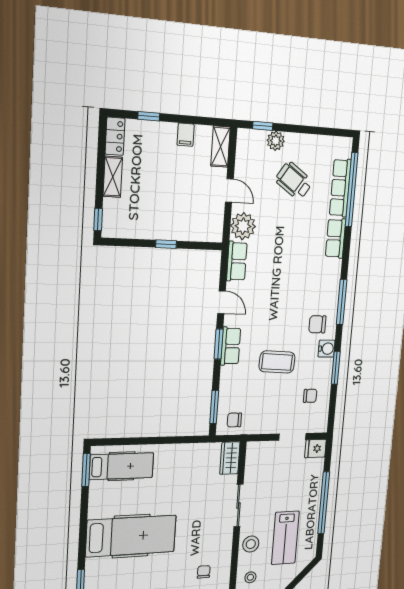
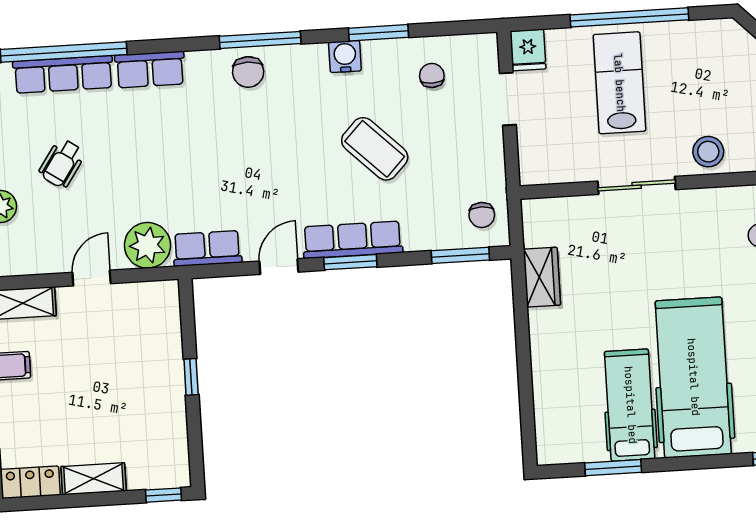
wheelchair: (294, 181) -> (62, 163), width x0.73, depth x0.73
chair: (317, 324) -> (248, 72), moved
row of seats: (231, 346) -> (353, 240), width x1.48
coffee table: (277, 362) -> (375, 149), turned -49
wardrobe: (230, 458) -> (542, 277), moved, turned -90
hospital bed: (122, 466) -> (630, 405), moved
window: (86, 470) -> (613, 468), moved
lab bench: (285, 538) -> (619, 83), moved, turned -90

